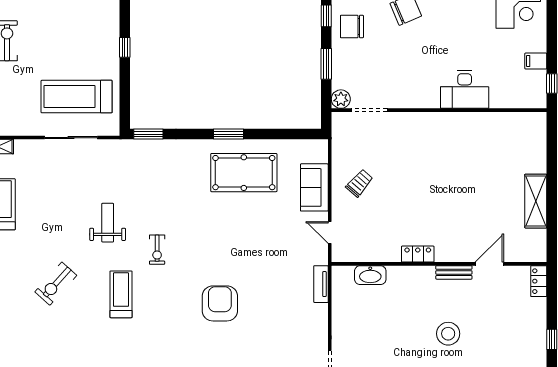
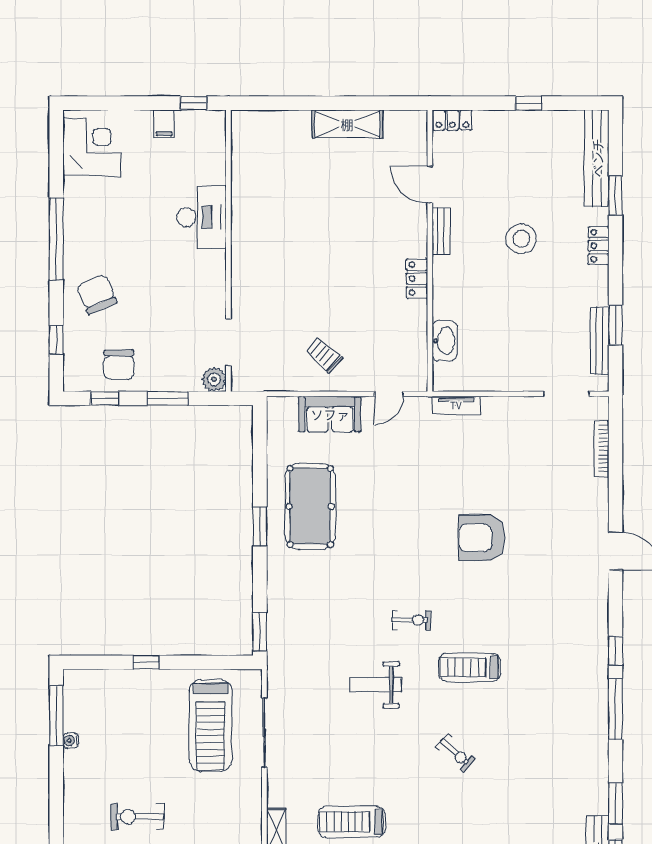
exercise bike: (56, 284) -> (456, 753), width x0.73, depth x0.72

